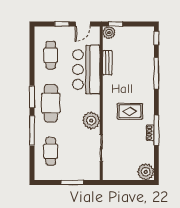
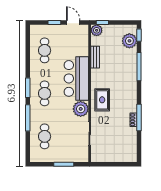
door: (83, 24) -> (73, 23), swing flipped
bar counter: (86, 70) -> (76, 78), moved
cafe table: (51, 103) -> (45, 93), width x0.73, depth x0.74
rug: (130, 111) -> (102, 100), moved, turned 90
plant: (146, 172) -> (129, 41), moved

